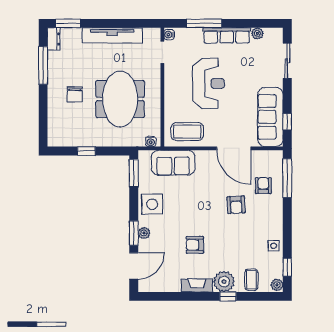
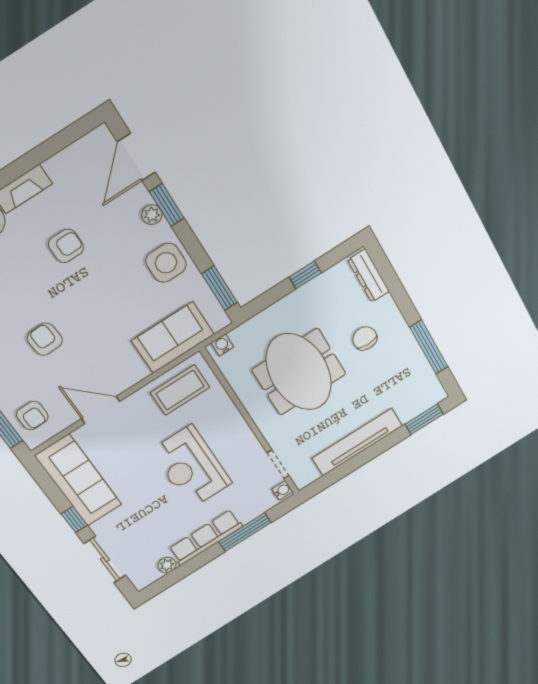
dresser: (54, 39) -> (368, 276), moved, width x1.44
window: (287, 122) -> (74, 520), moved
door: (234, 148) -> (101, 410), width x0.73
armchair: (263, 186) -> (32, 416), moved

